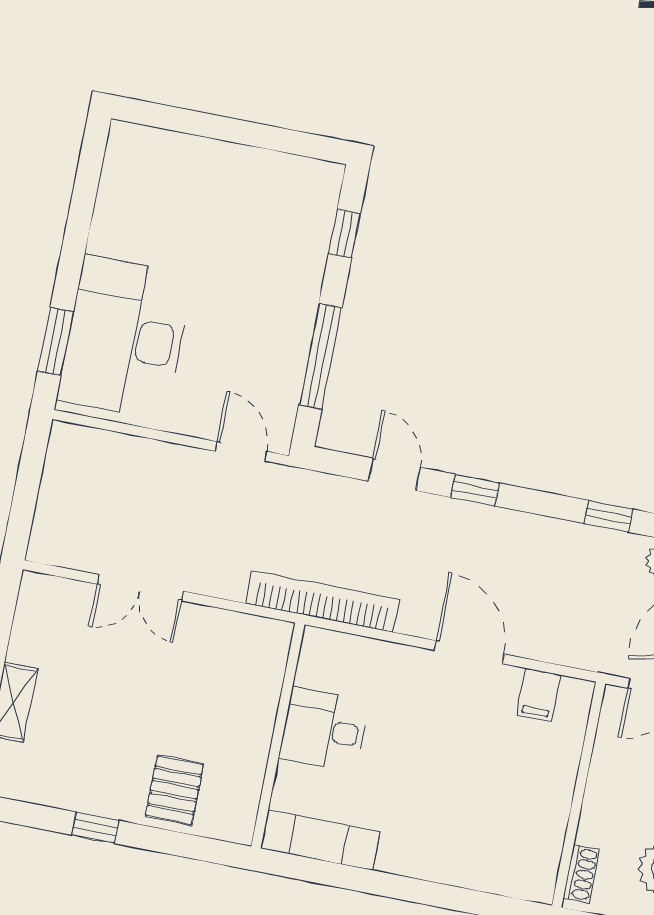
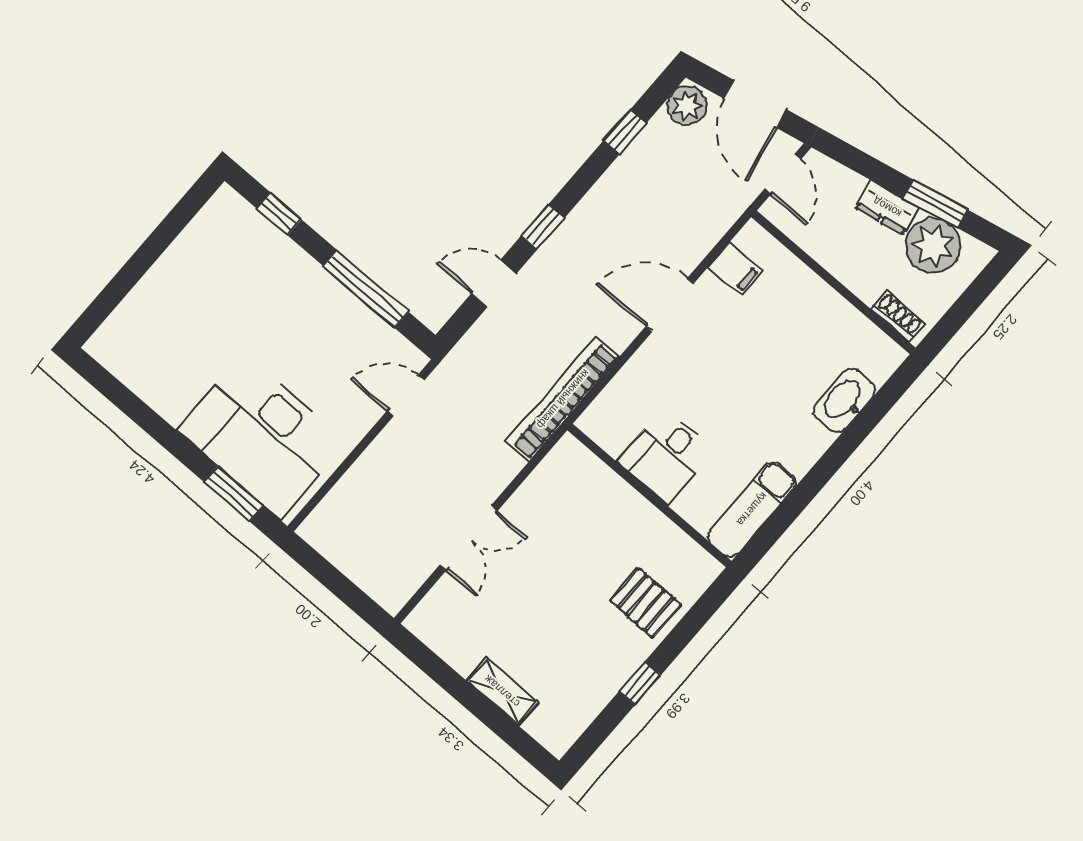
washbasin: (473, 869) -> (844, 401), added

